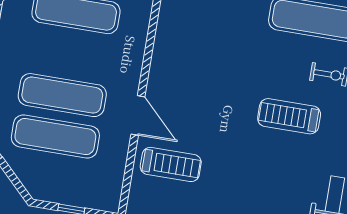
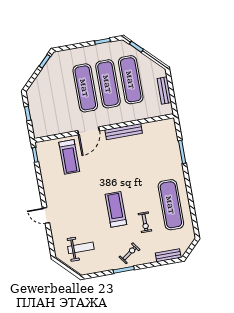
bench: (160, 56) -> (124, 132), added
exercise mat: (55, 137) -> (108, 84), moved

